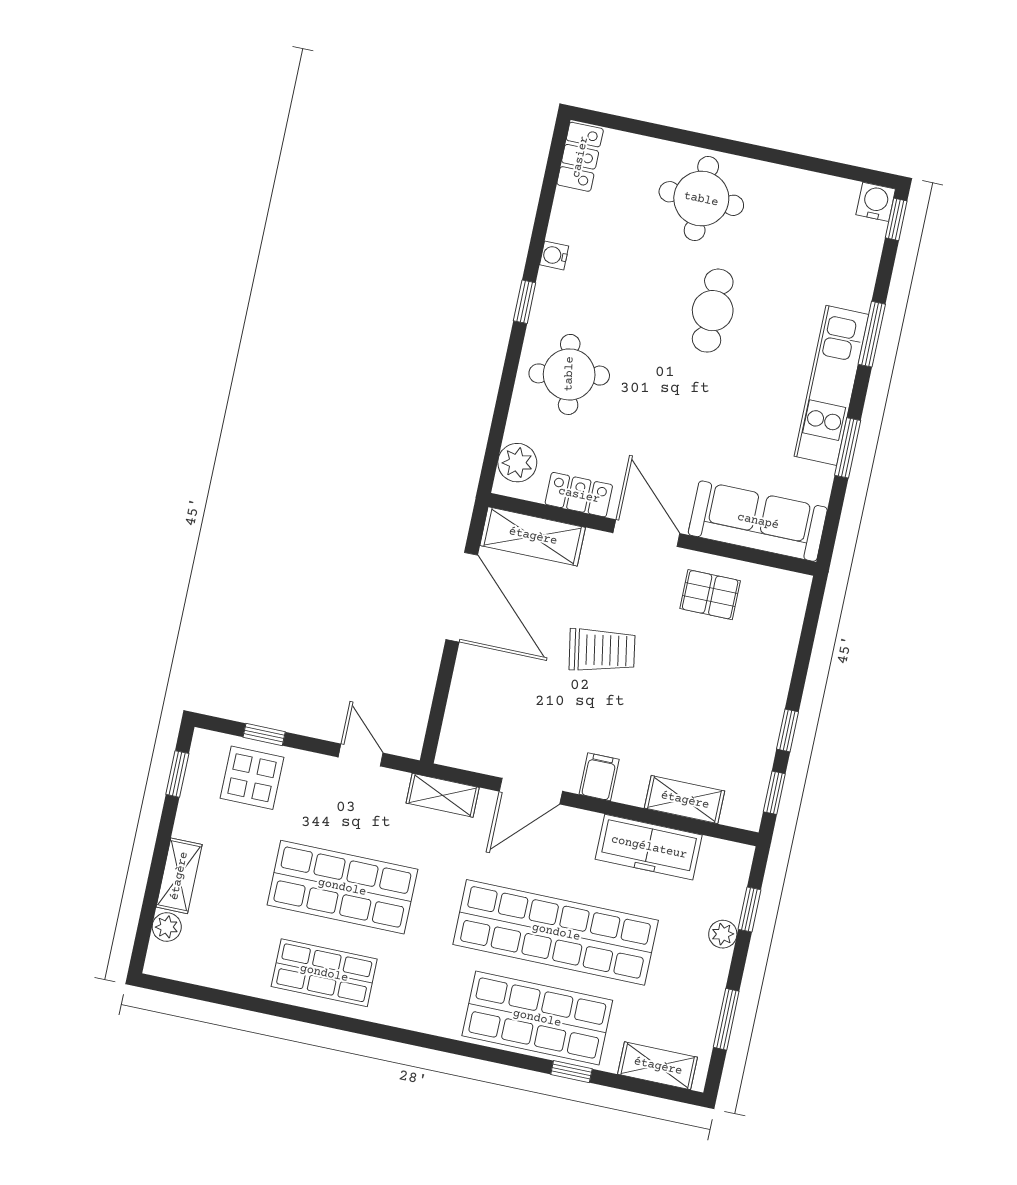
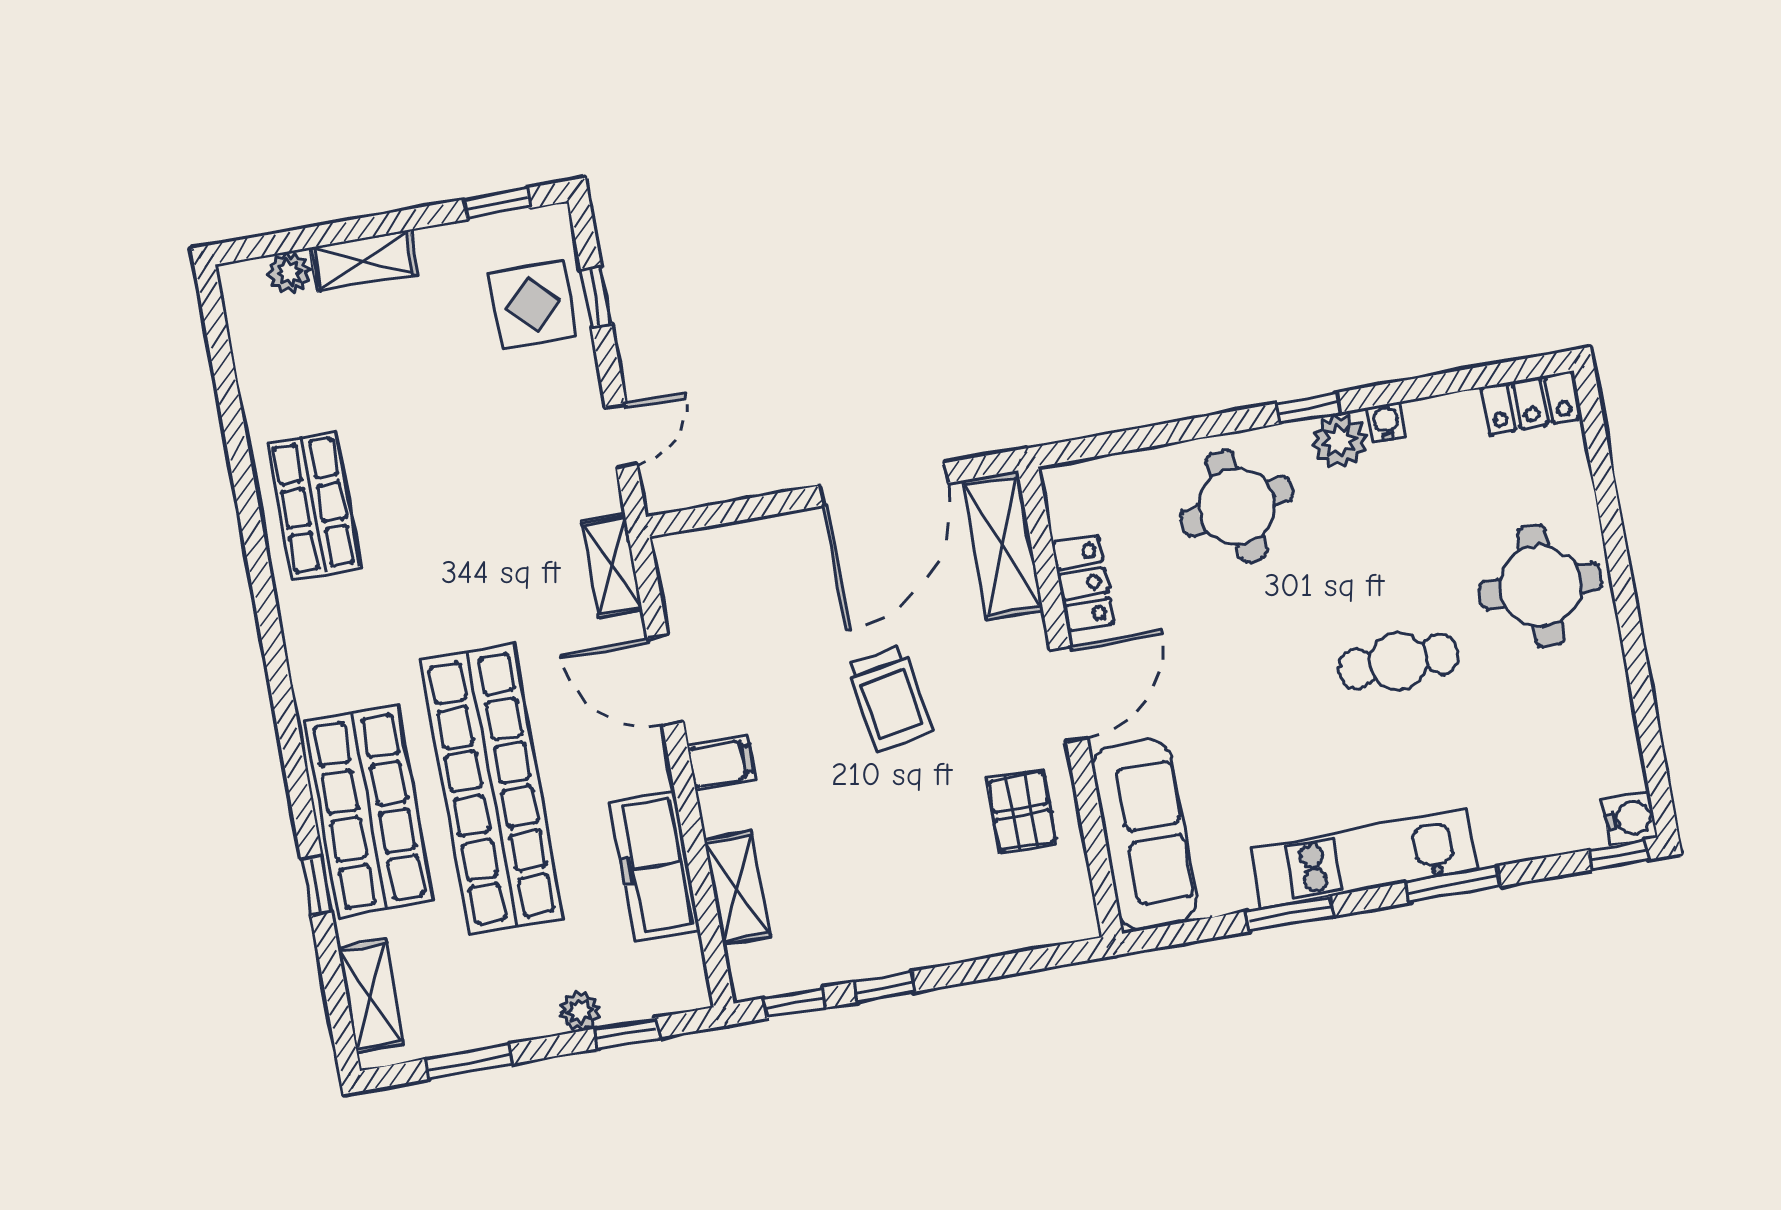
plant: (517, 463) -> (1339, 441), moved
shop shelf: (342, 887) -> (437, 483), removed

